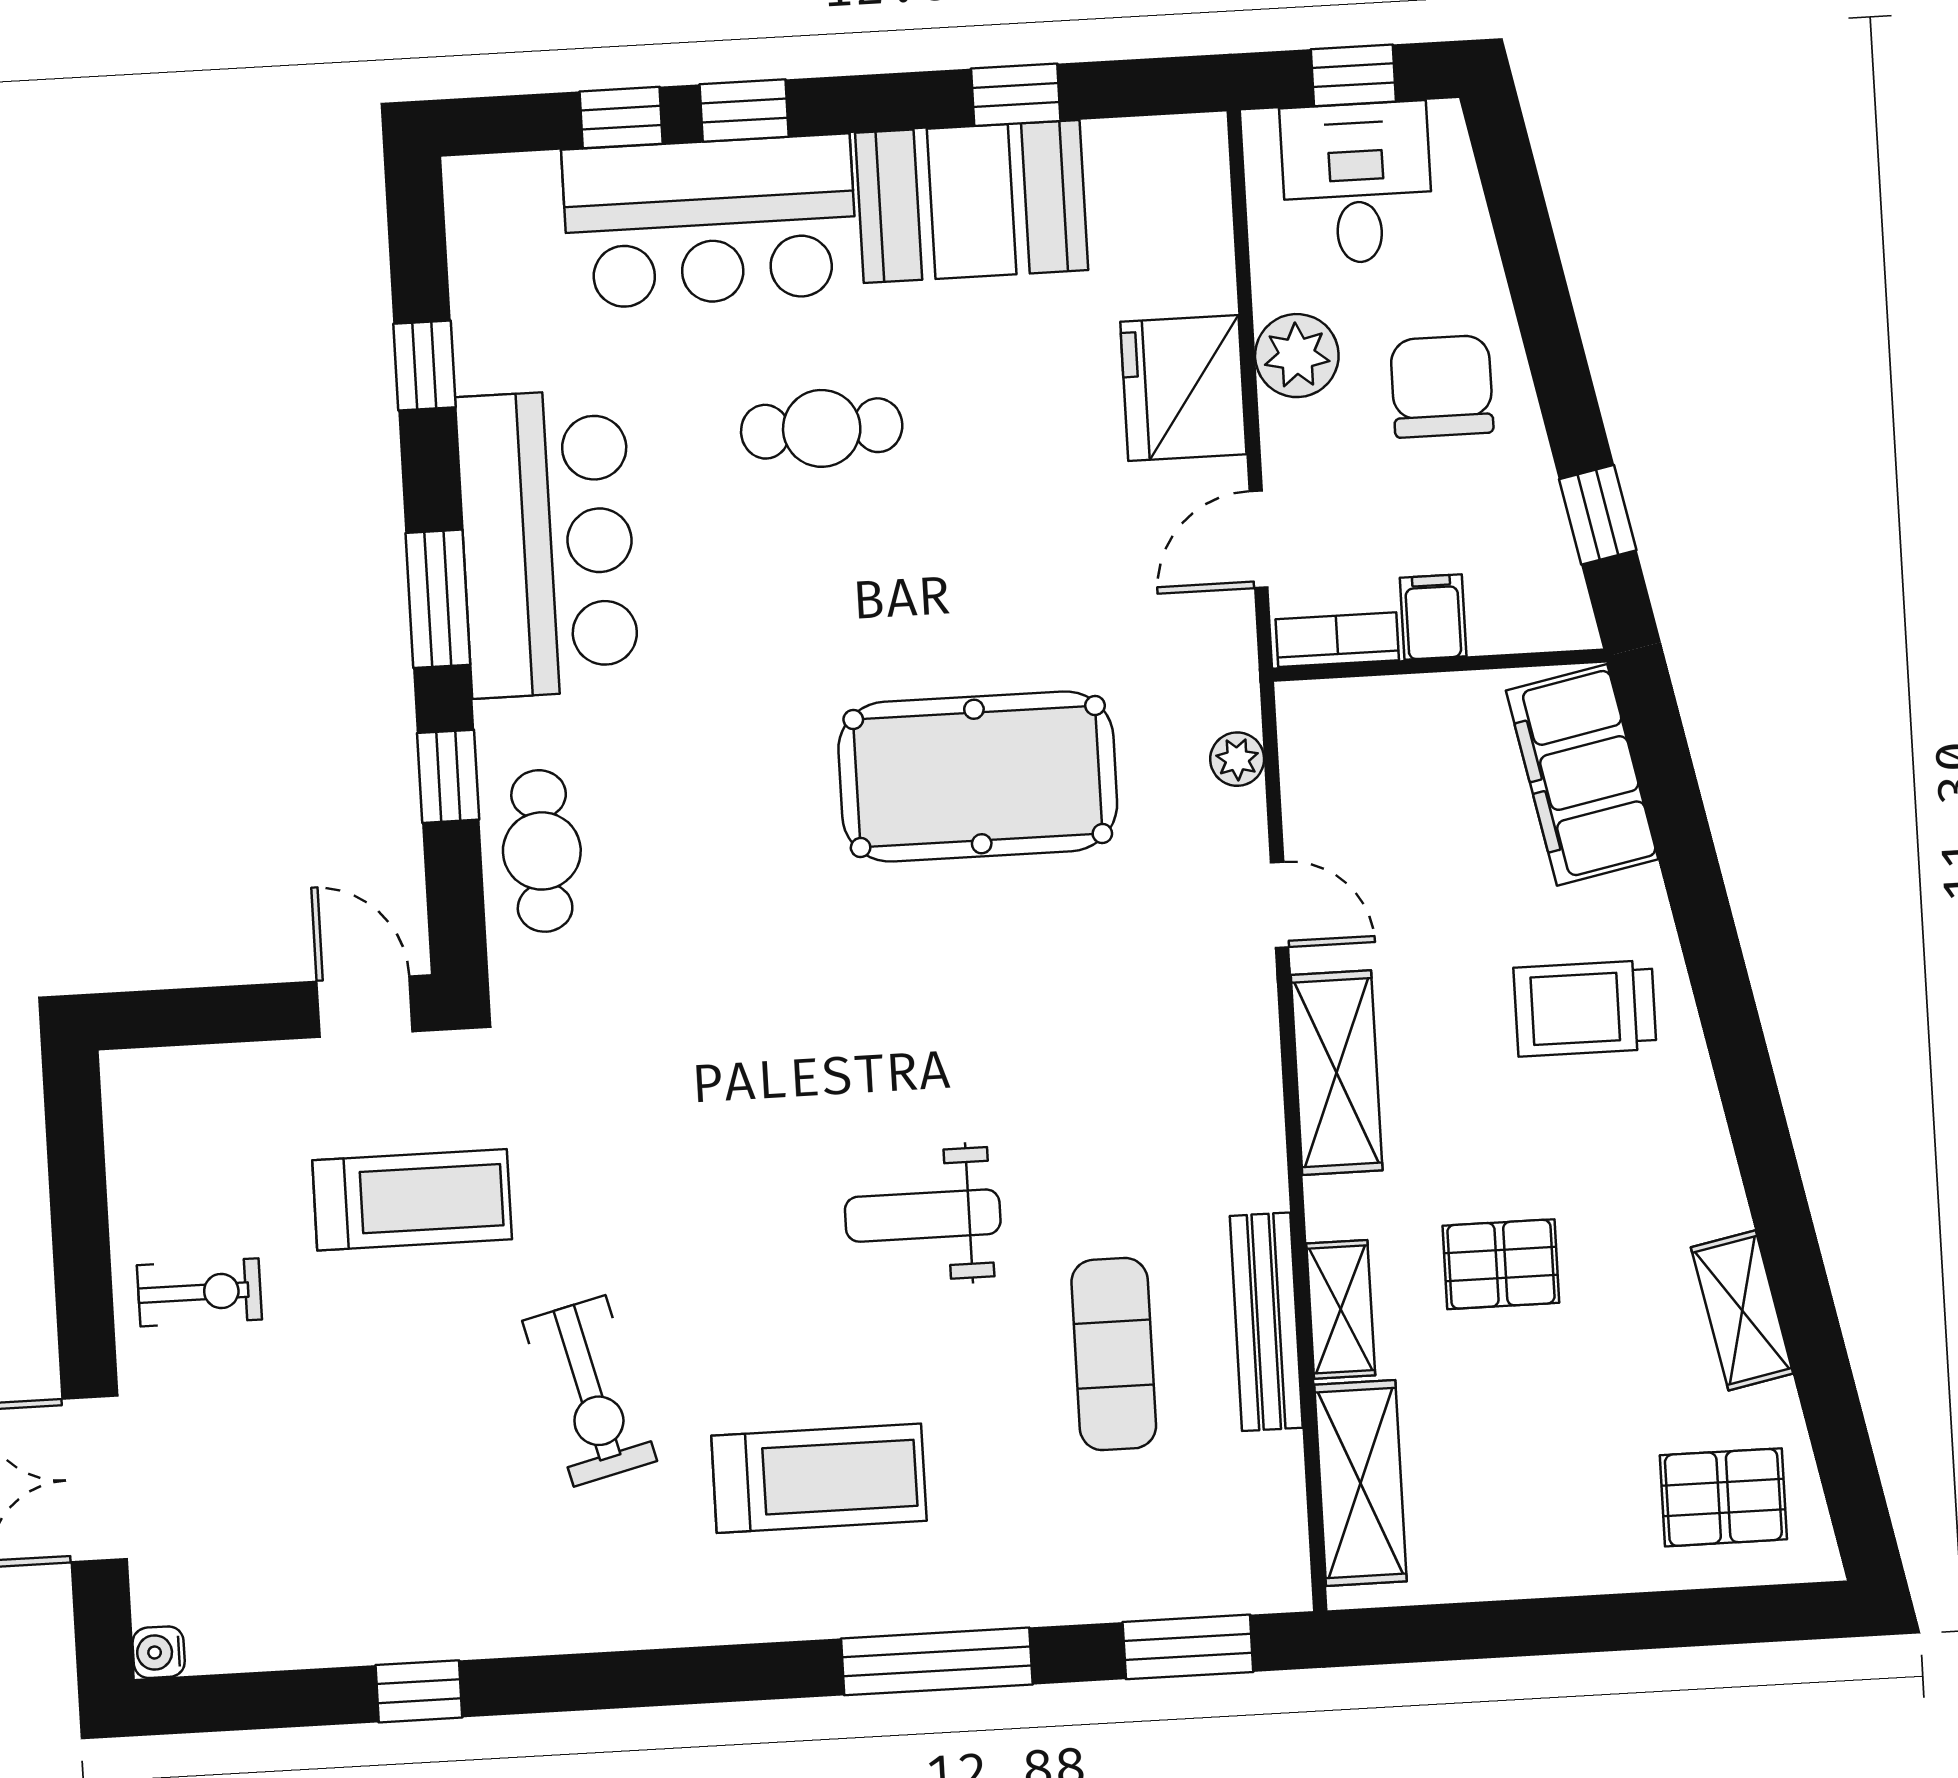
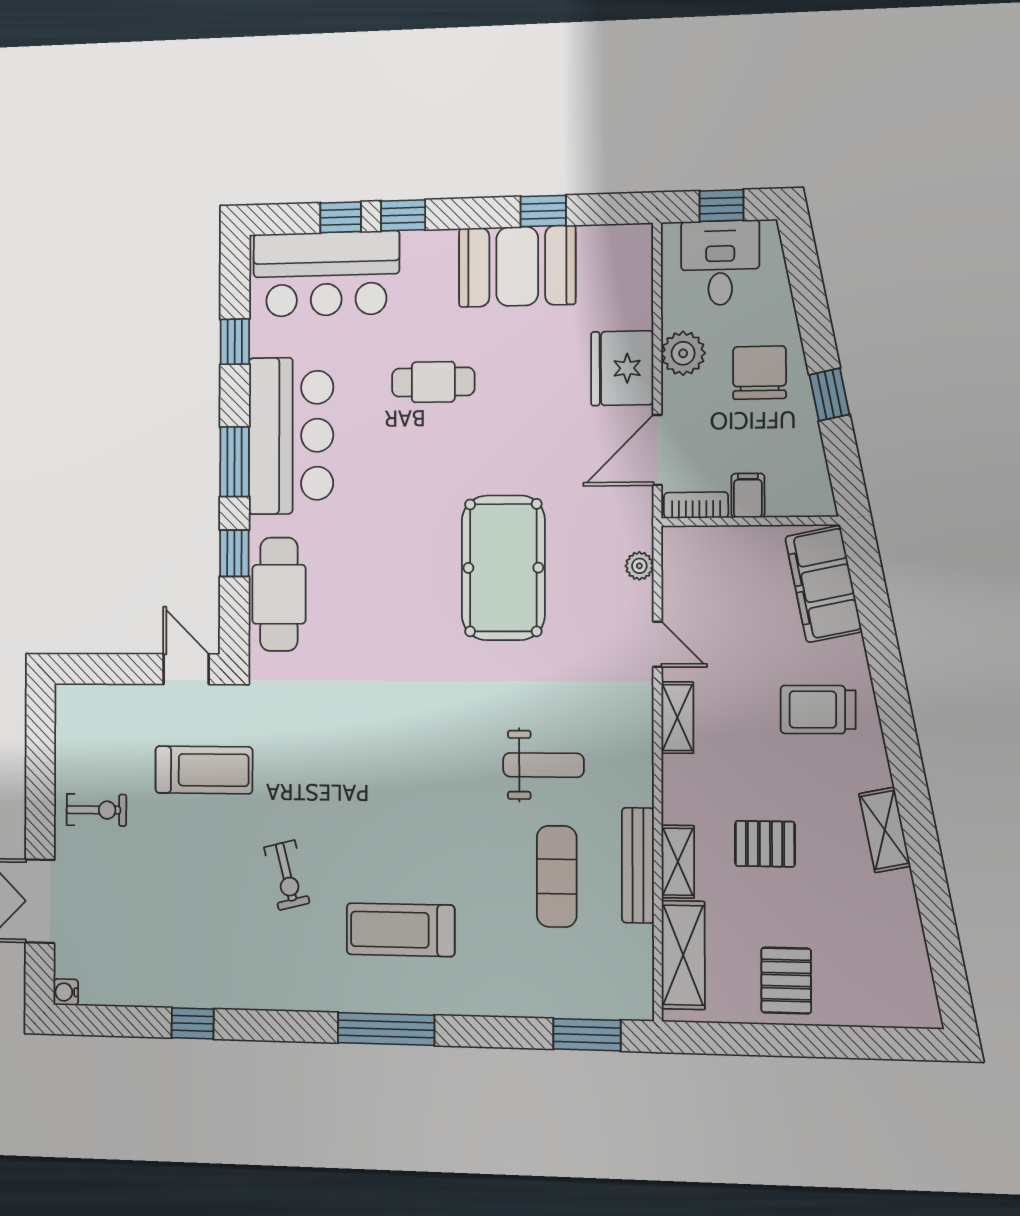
bar counter: (710, 221) -> (326, 274), moved
window: (1598, 515) -> (829, 395), moved
door: (1259, 539) -> (657, 450), width x1.38
pool table: (978, 776) -> (503, 568), turned 90
cafe table: (542, 851) -> (279, 594), width x1.37, depth x1.35
shelving: (1337, 1073) -> (677, 718), width x0.67, depth x0.75
weight bench: (923, 1216) -> (543, 765), moved, turned 180
shelving: (1742, 1310) -> (885, 830), moved
exercise bike: (590, 1391) -> (287, 875), width x0.73, depth x0.72
treadmill: (819, 1478) -> (401, 930), turned 180
pallet: (1723, 1497) -> (786, 981), moved, turned 90
window: (937, 1661) -> (386, 1029), moved

